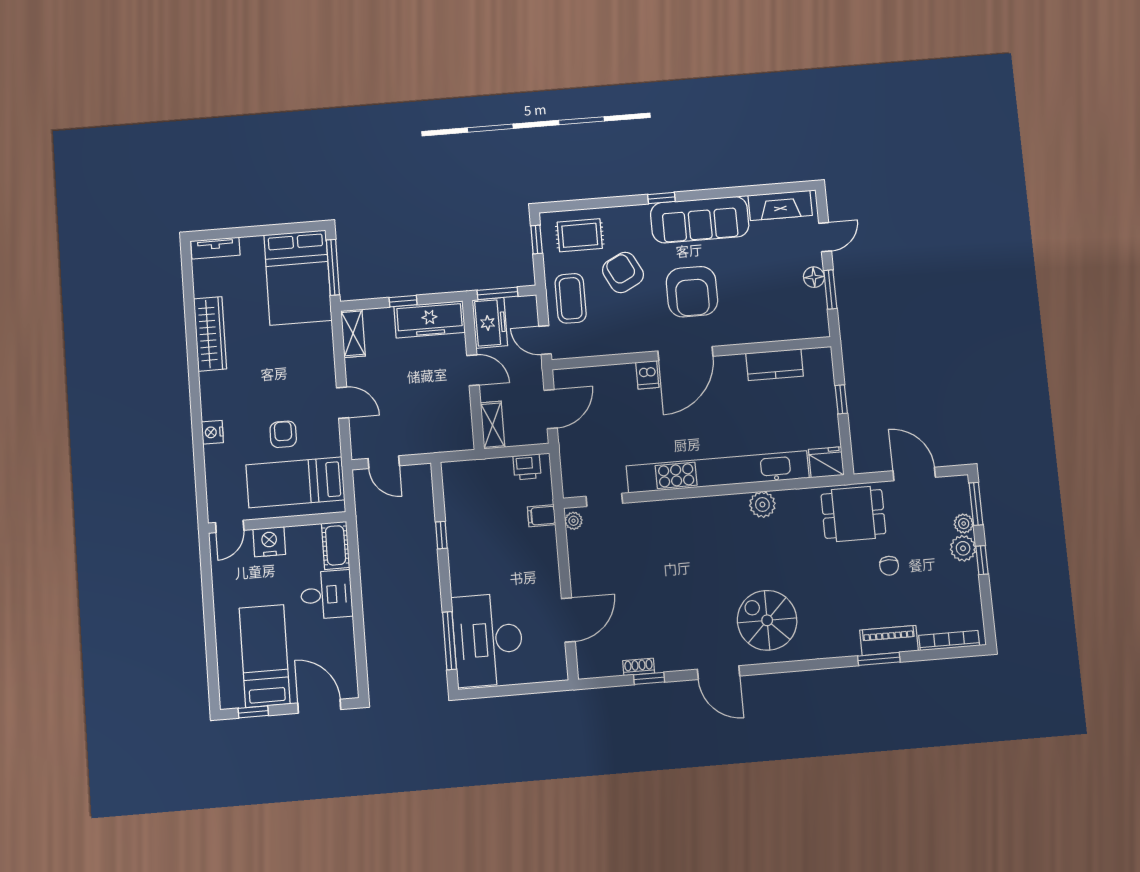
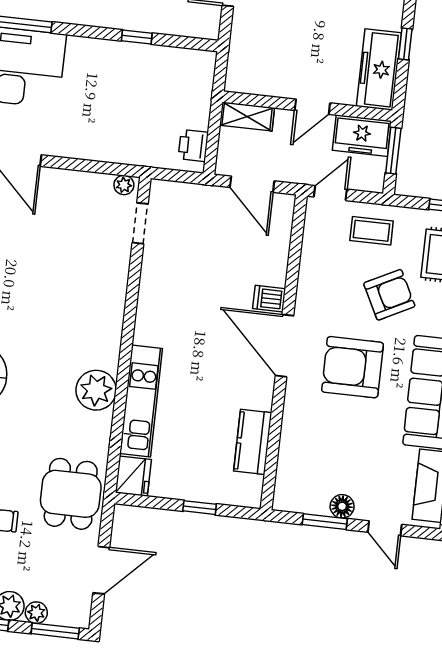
coffee table: (571, 298) -> (372, 231), width x0.73, depth x0.77
kitchen unit: (718, 472) -> (141, 401), width x0.54
plant: (762, 504) -> (96, 390), width x1.36, depth x1.36
filing cabinet: (541, 516) -> (136, 151), removed

